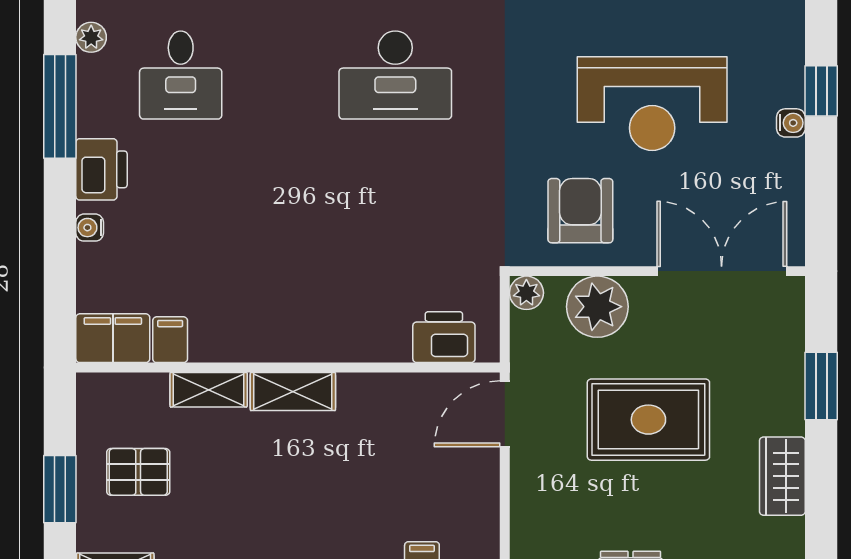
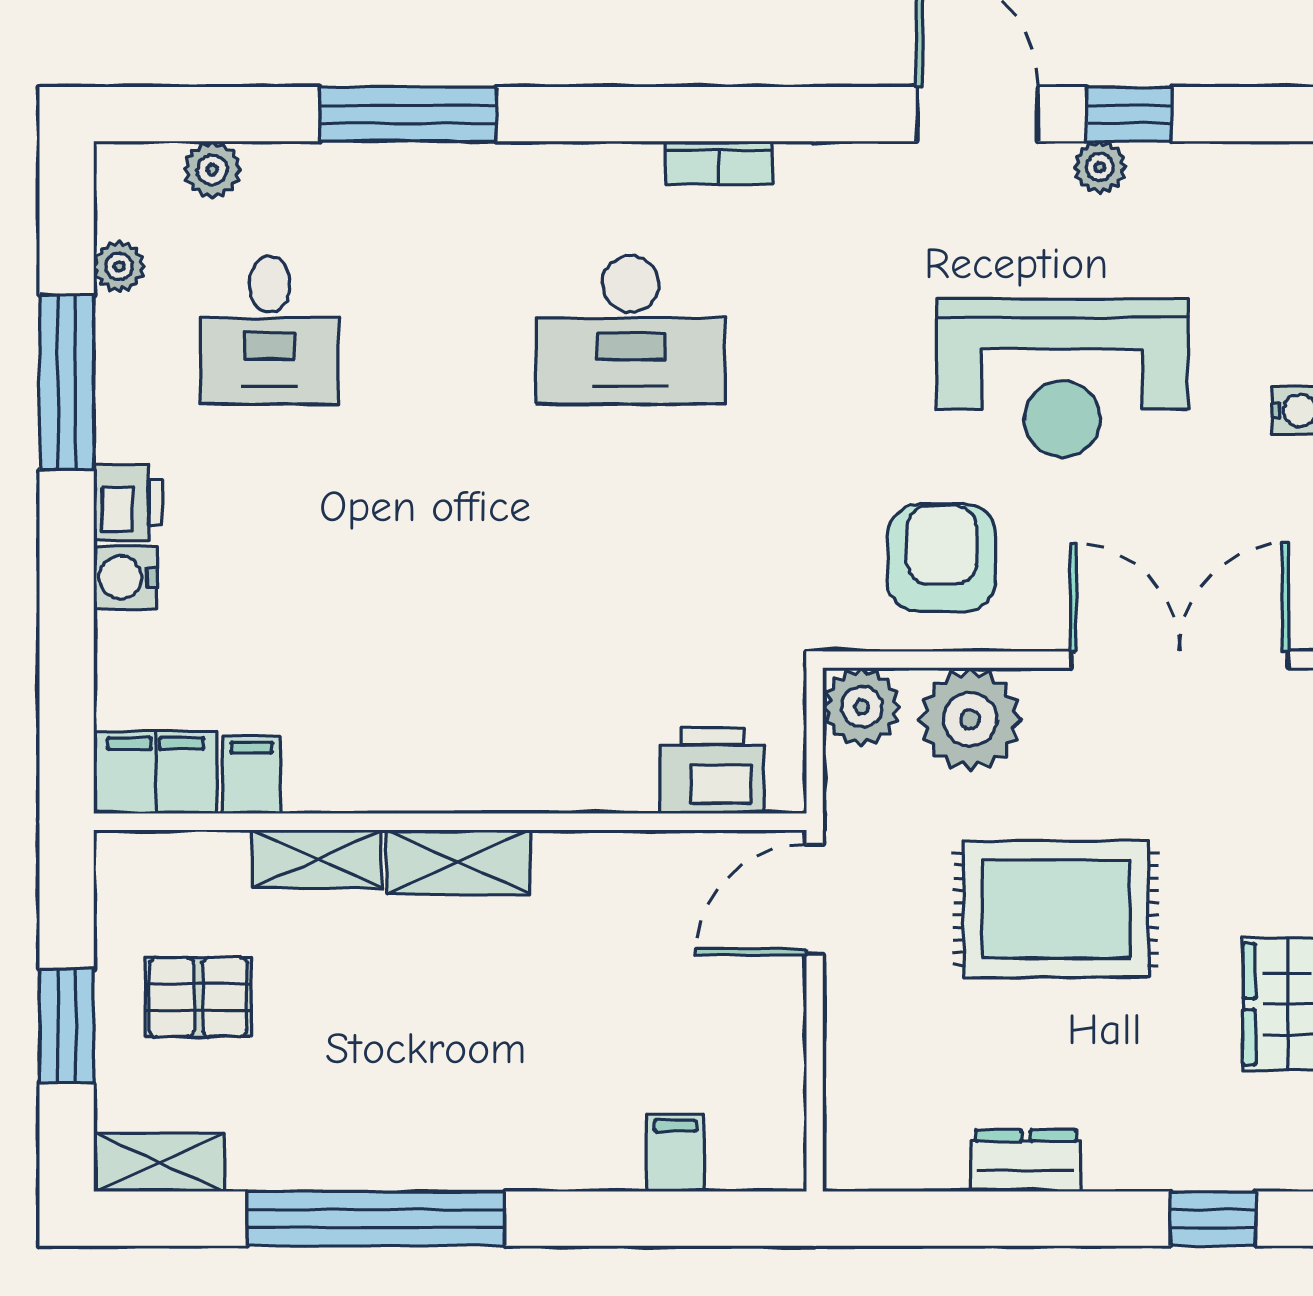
printer: (102, 169) -> (128, 502), width x0.73, depth x0.81
water cooler: (90, 228) -> (125, 577), width x1.38, depth x1.38
plant: (526, 293) -> (862, 707), width x1.38, depth x1.38

